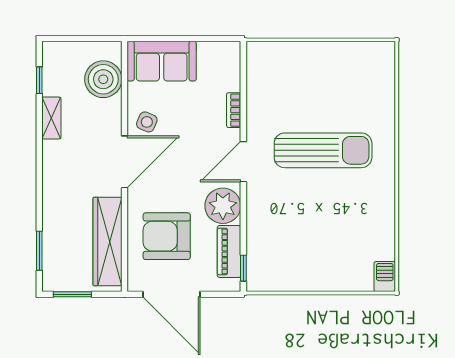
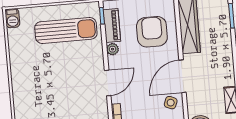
sun lounger: (323, 150) -> (66, 30), moved, turned 180
plant: (223, 206) -> (113, 49), width x0.53, depth x0.53
armchair: (167, 236) -> (152, 32), turned -90

